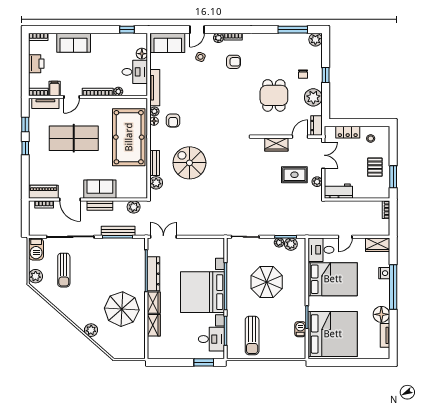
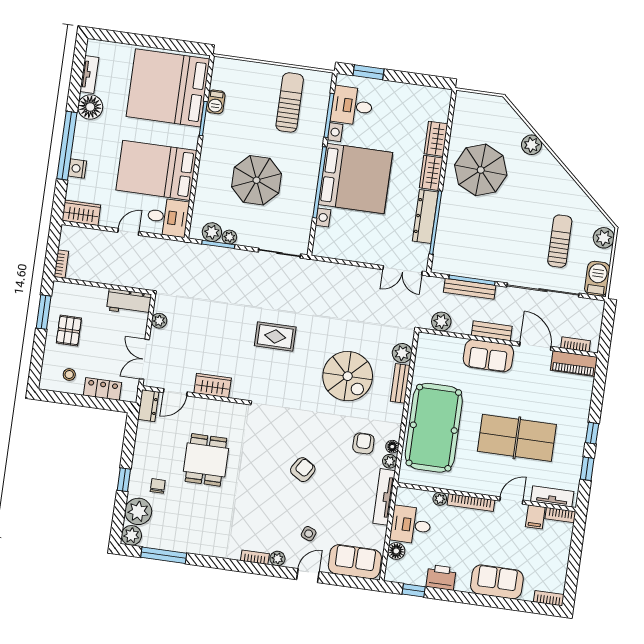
armchair: (233, 62) -> (303, 470), moved, turned 122
printer: (36, 64) -> (441, 577), moved, turned 90
plant: (313, 97) -> (138, 511), moved
rug: (294, 175) -> (275, 336), moved

